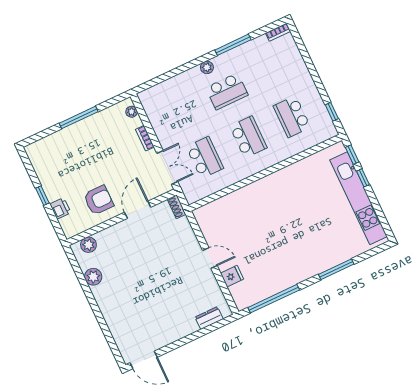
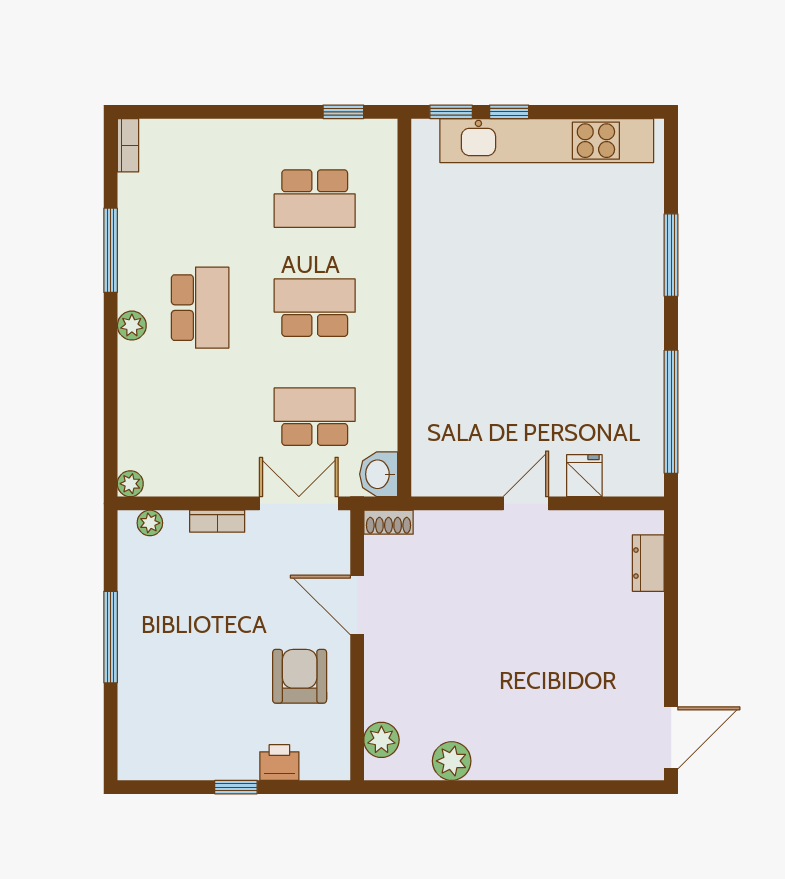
plant: (144, 97) -> (130, 484), added
washbasin: (194, 194) -> (379, 474), added

